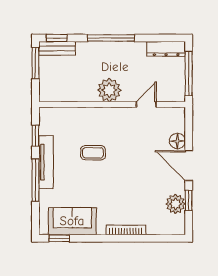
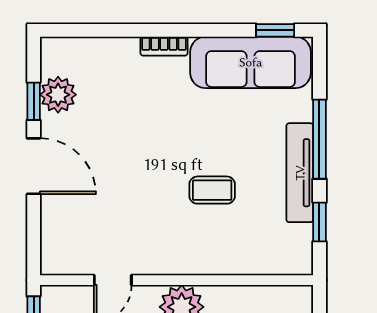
floor lamp: (177, 141) -> (55, 212), removed
sofa: (72, 221) -> (251, 62), width x1.36
bookcase: (126, 230) -> (164, 46), width x0.64

